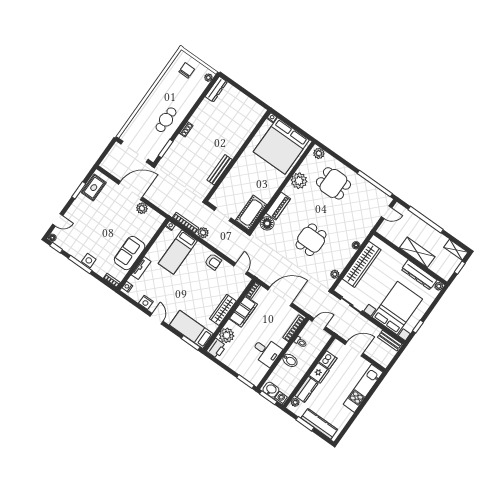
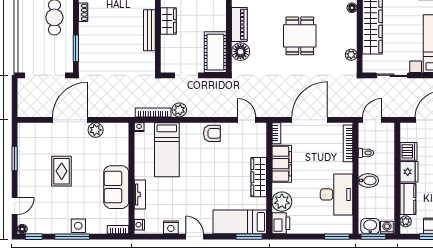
wardrobe: (236, 172) -> (168, 21), added
rug: (94, 188) -> (62, 171), moved
desk: (266, 352) -> (337, 194), width x1.37

